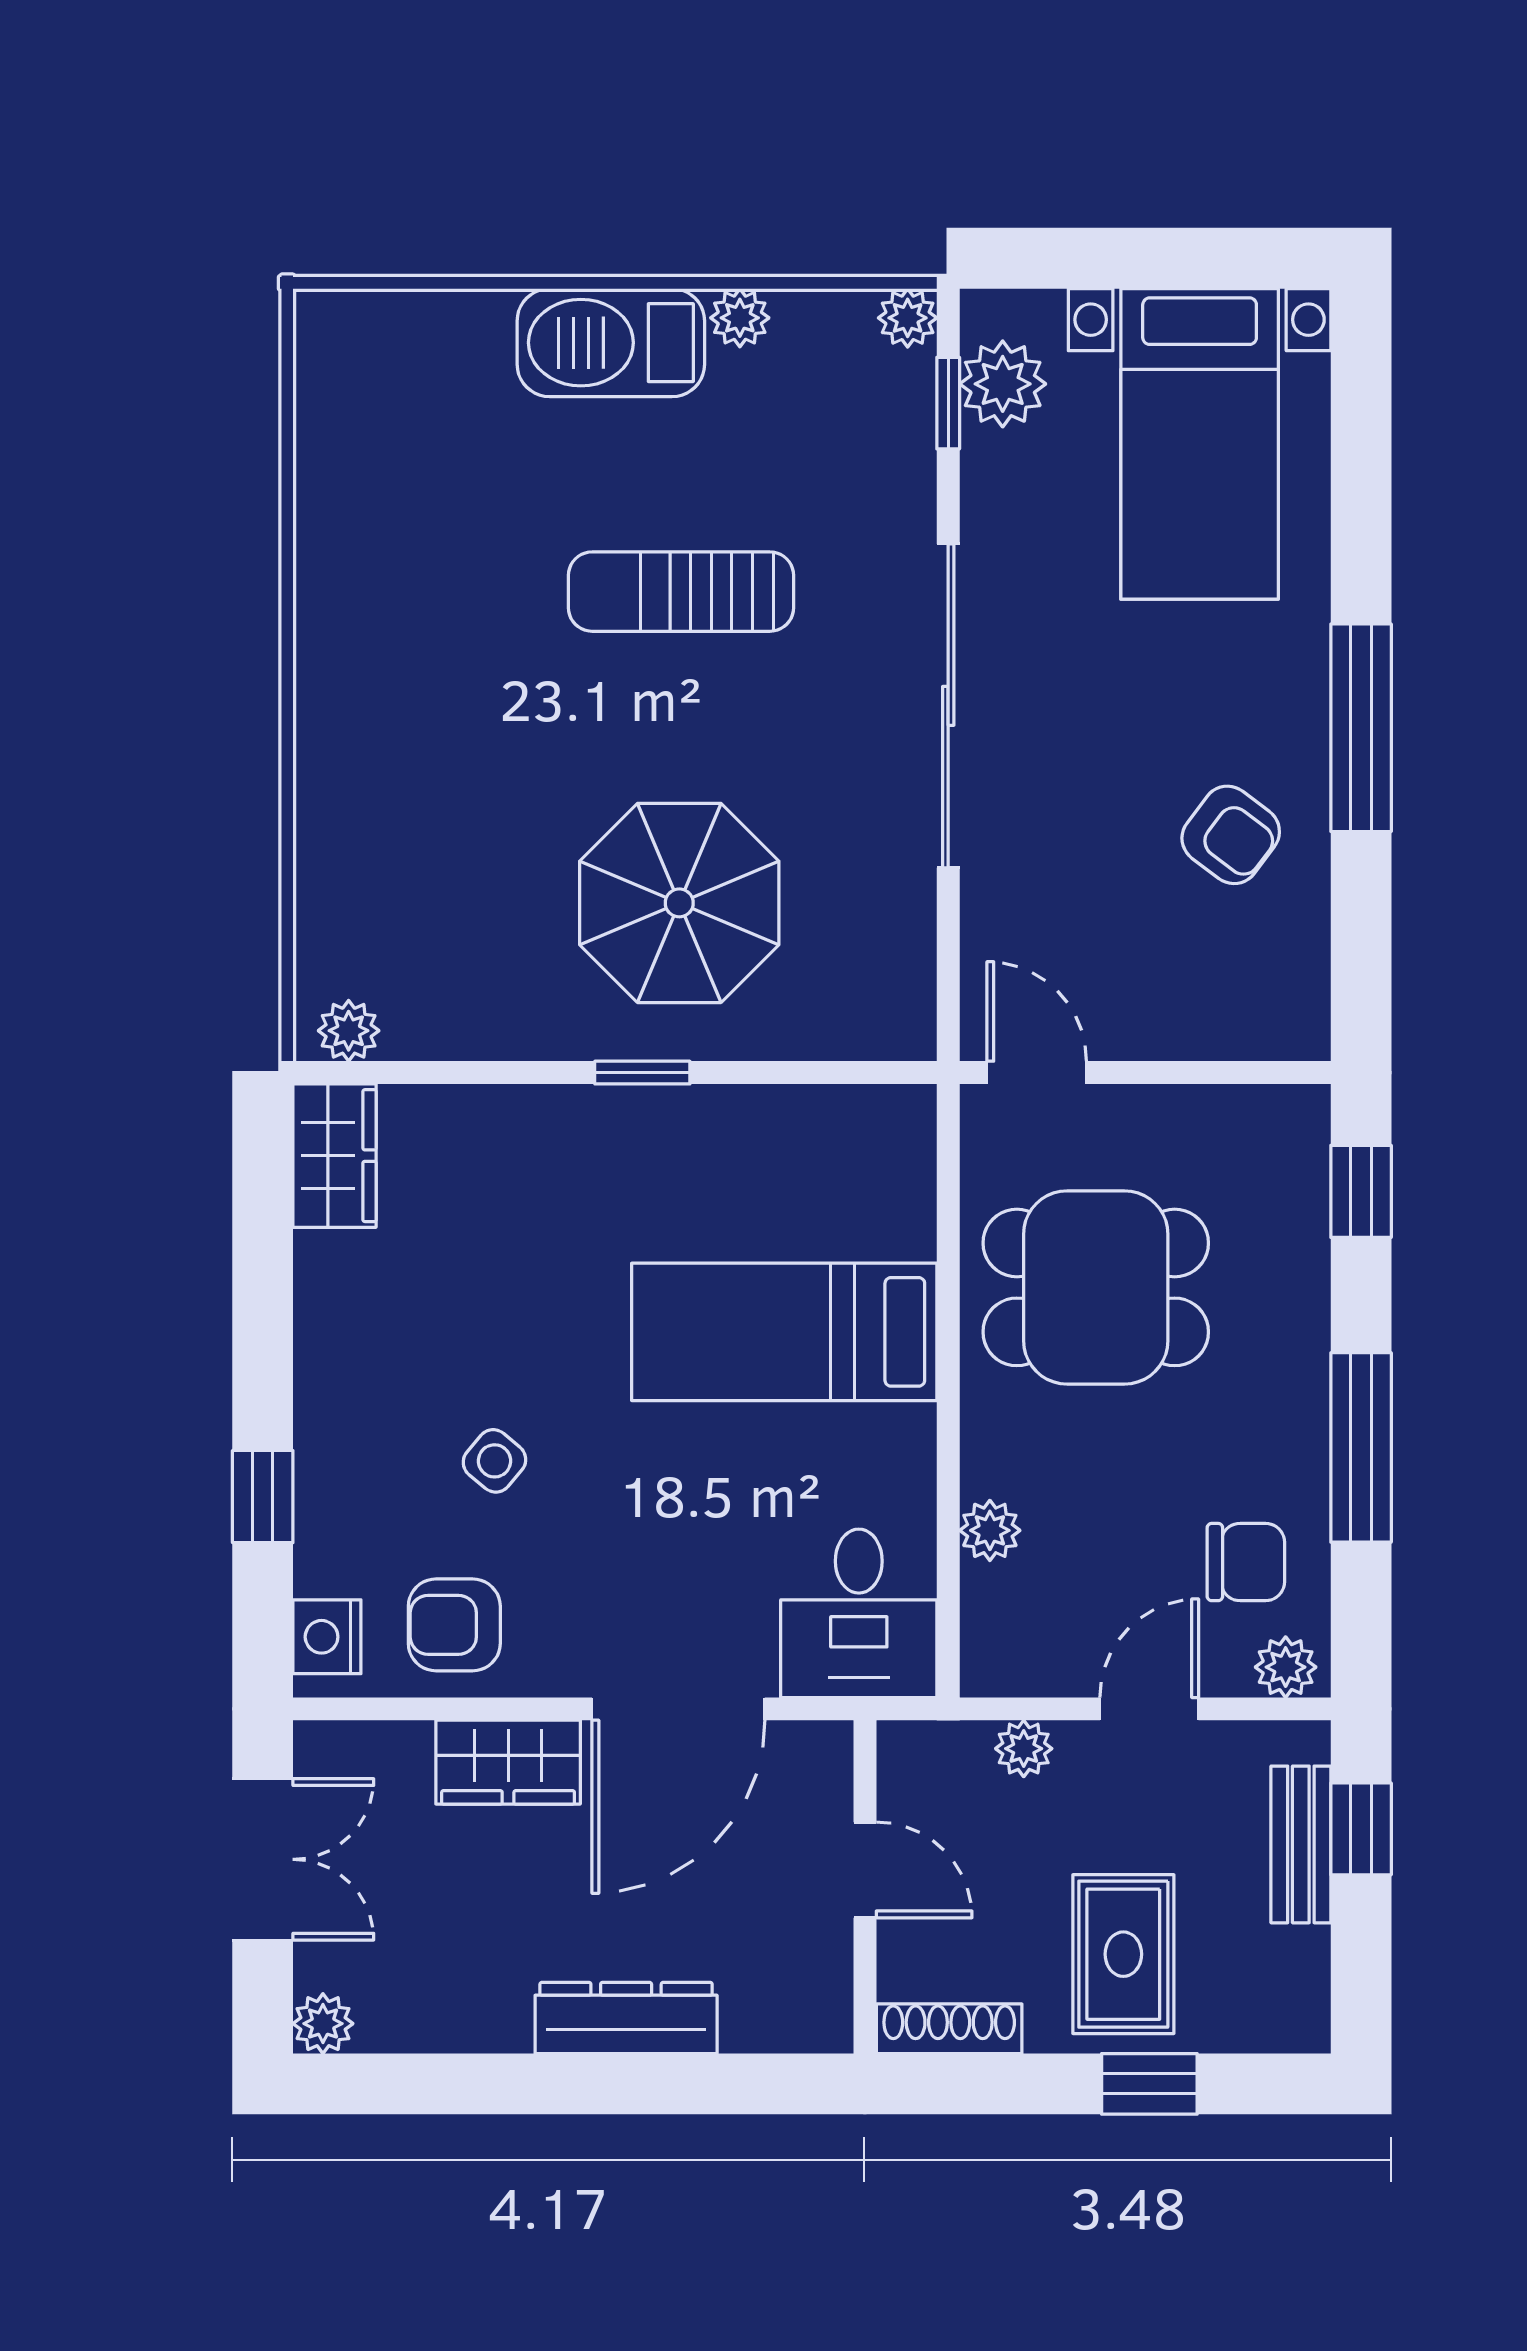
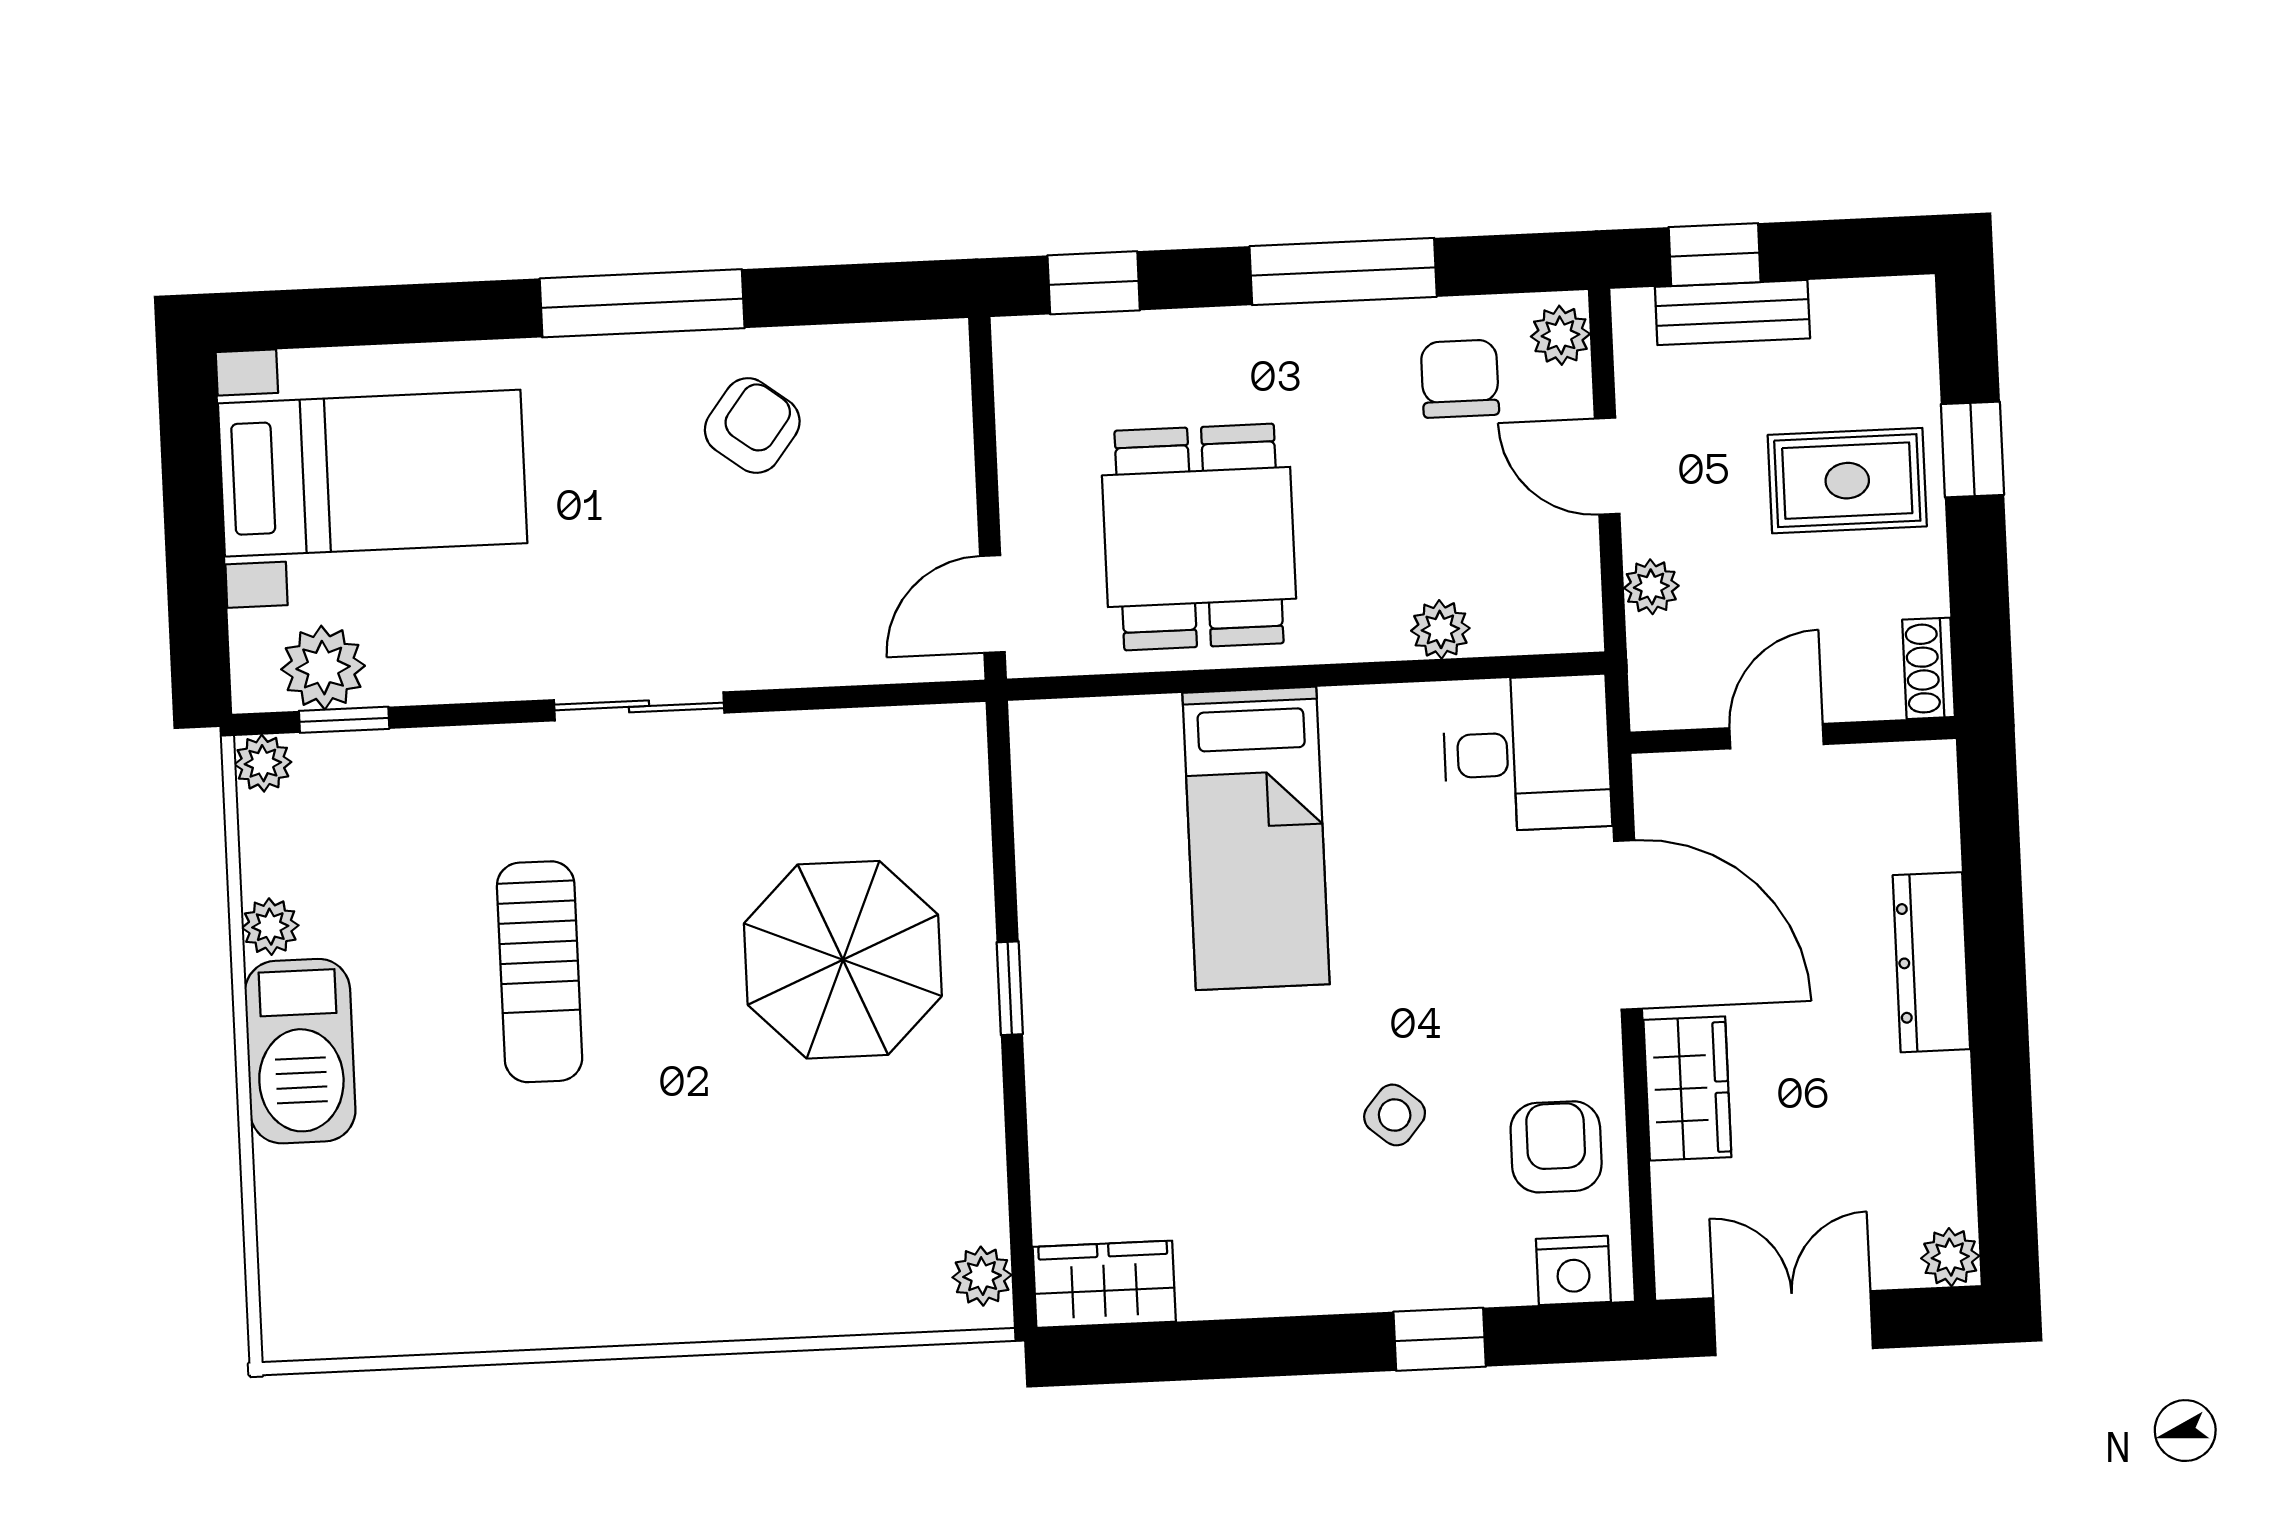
sliding door: (948, 706) -> (639, 706), width x0.54
armchair: (454, 1625) -> (1556, 1147), turned 180
shoe rack: (949, 2029) -> (1929, 668), width x0.70

